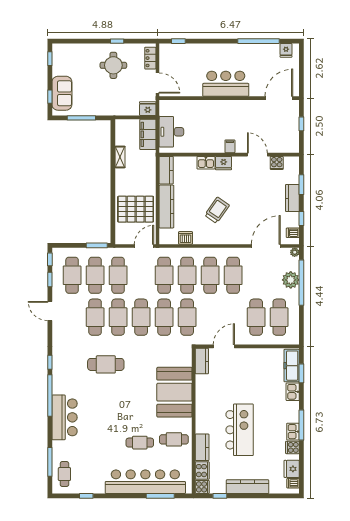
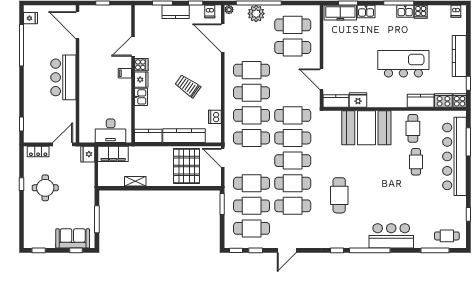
cooker: (277, 163) -> (141, 65), moved
fridge: (292, 469) -> (358, 100), moved, turned 180

